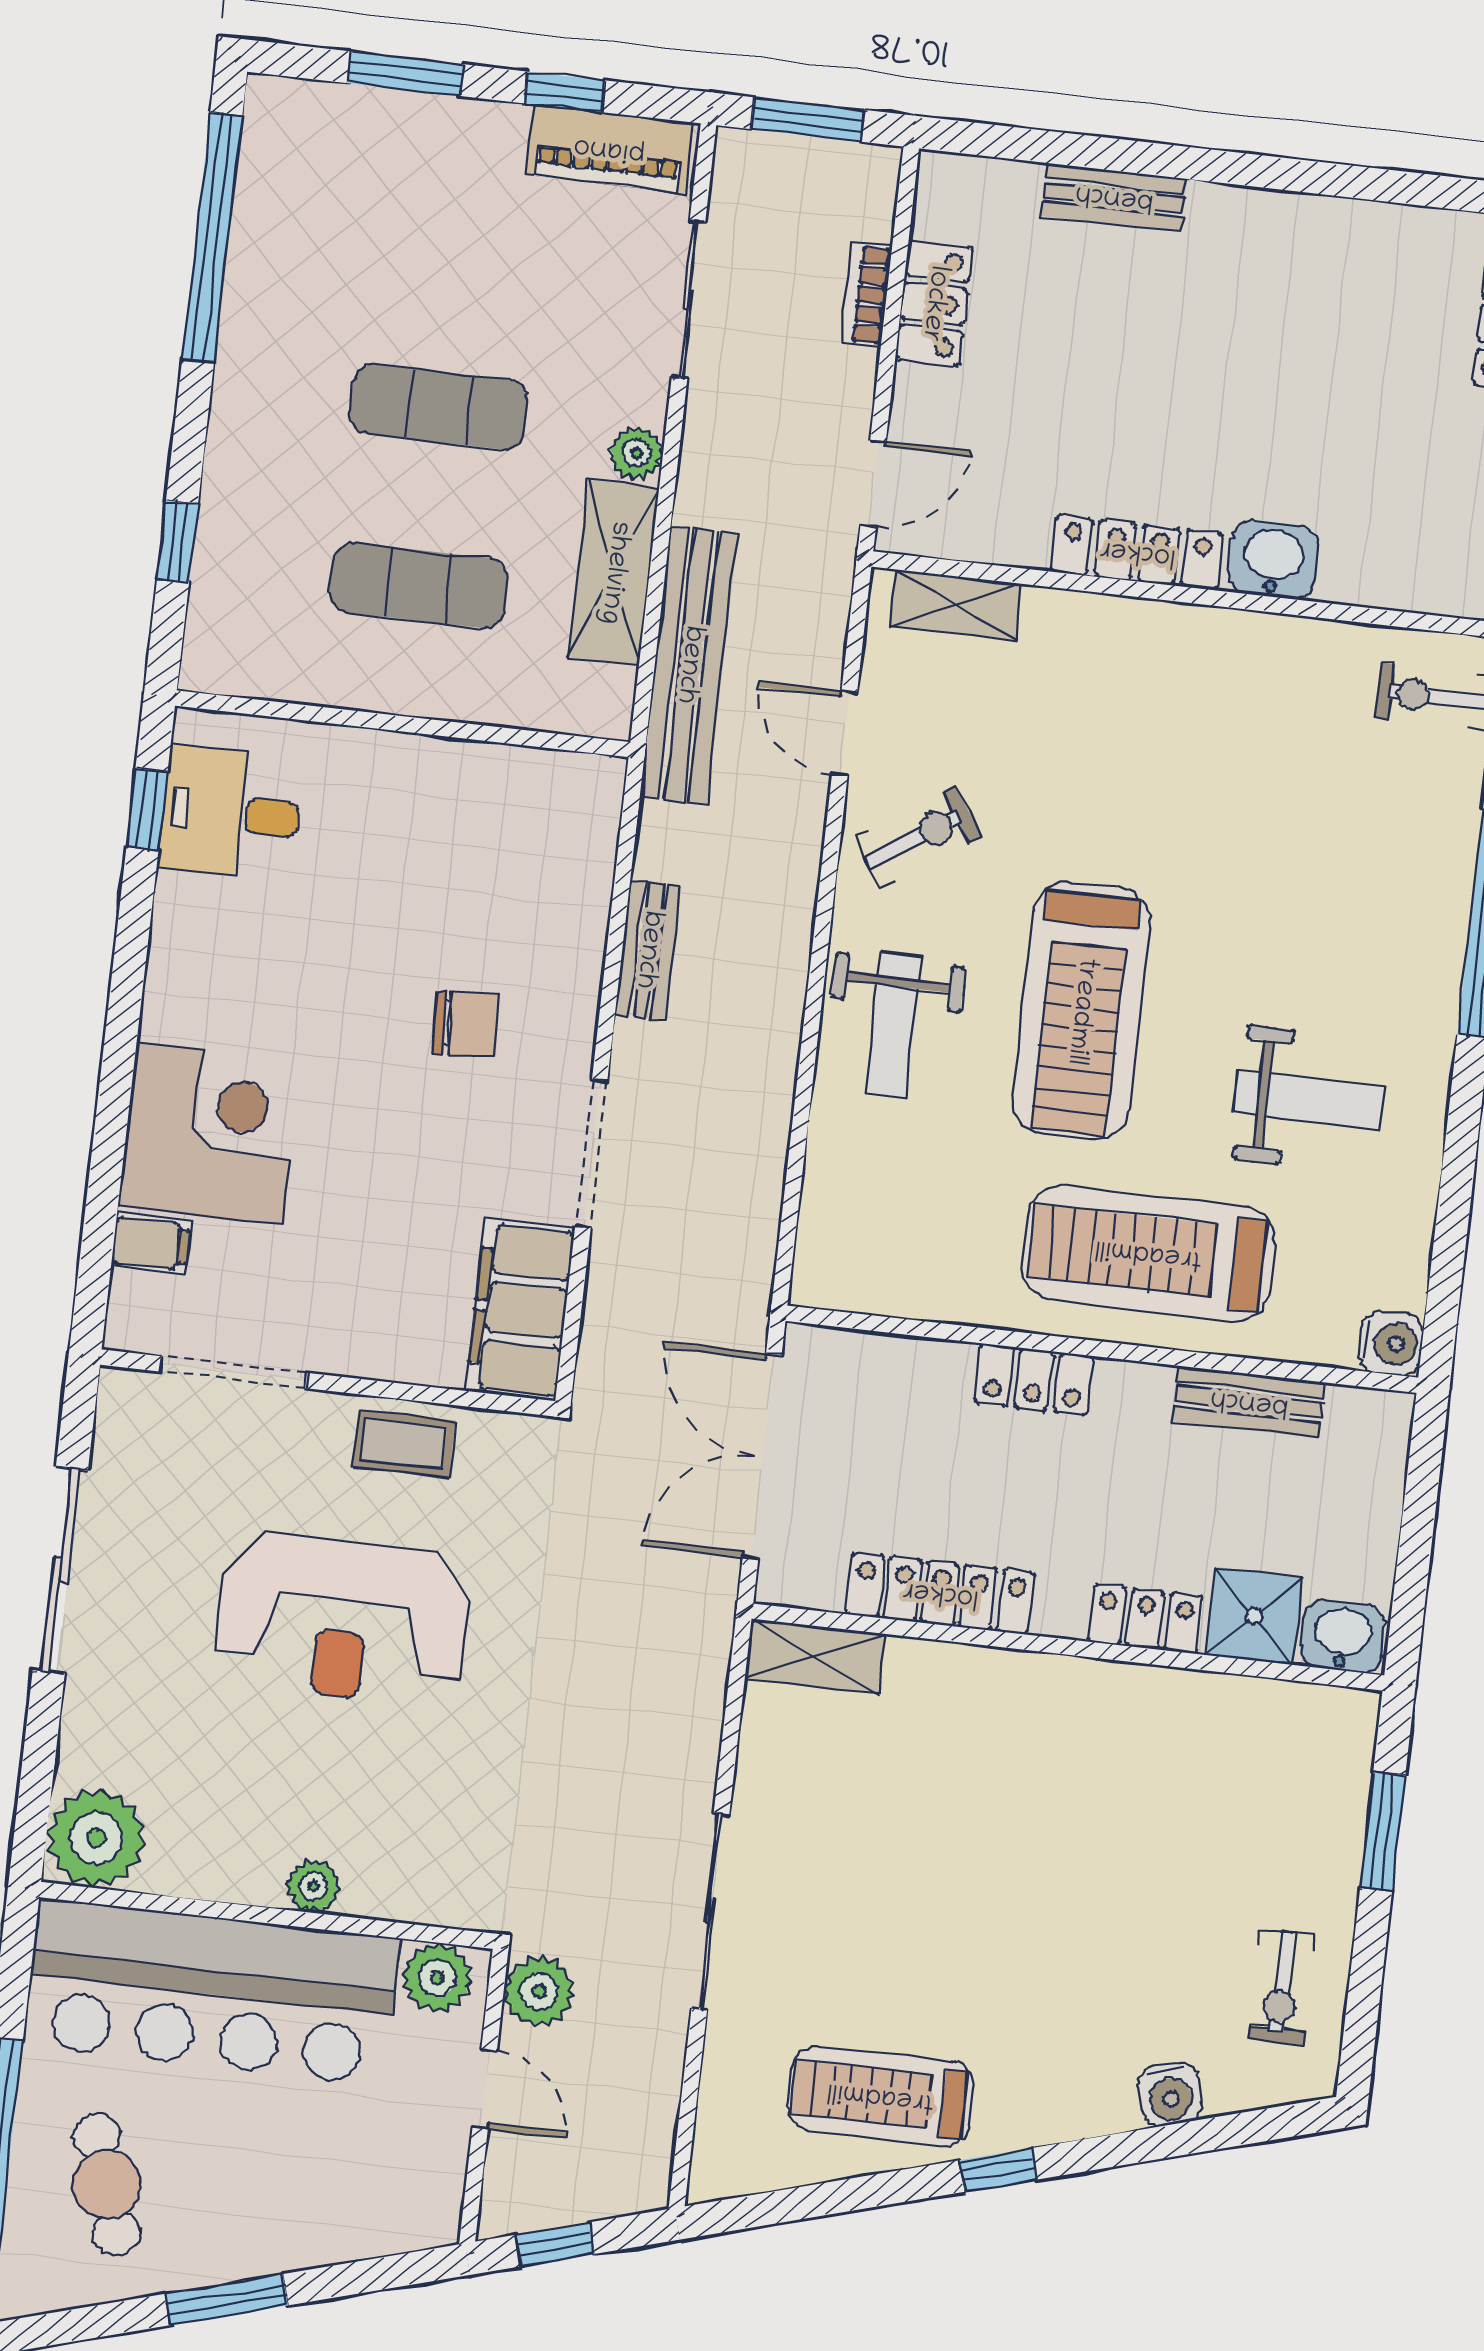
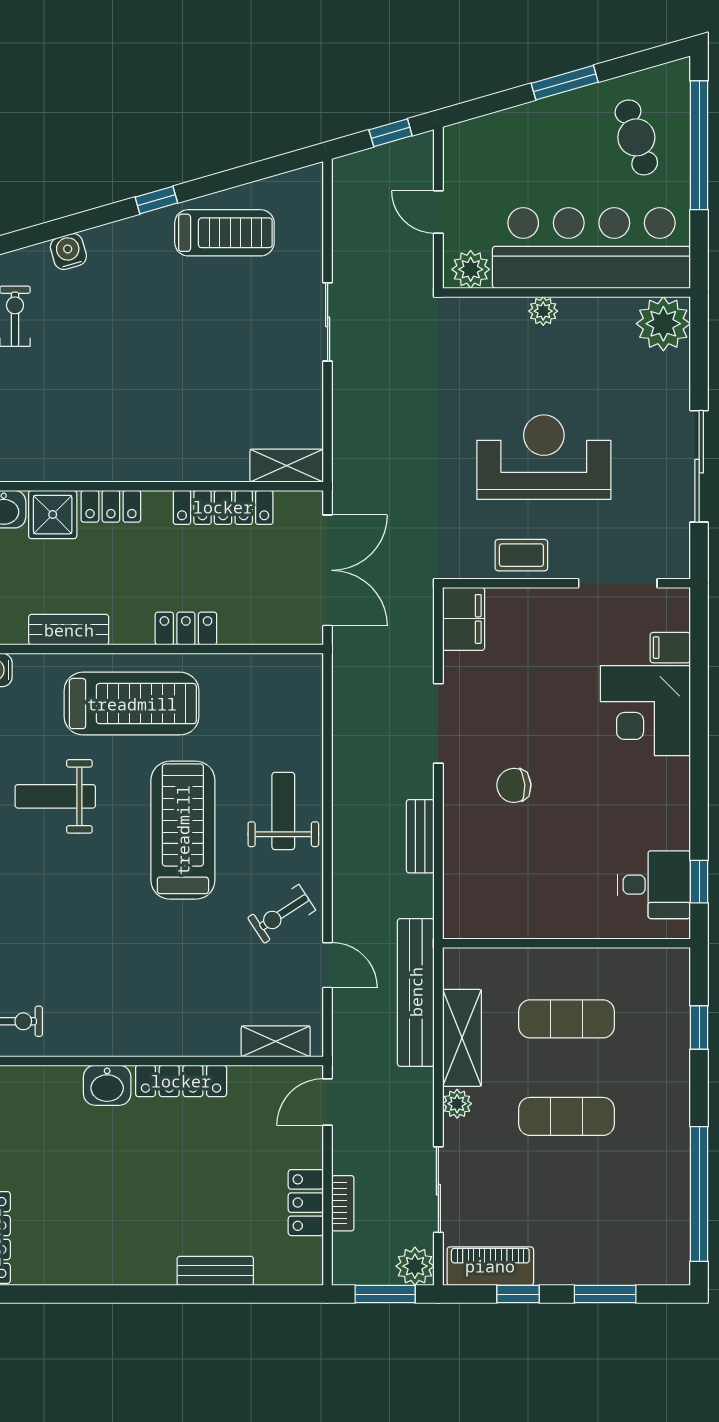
filing cabinet: (520, 1310) -> (464, 619), width x0.67, depth x0.86
sliding door: (710, 1911) -> (328, 322), width x0.73
plant: (539, 1991) -> (415, 1266), moved

